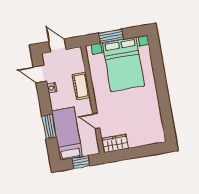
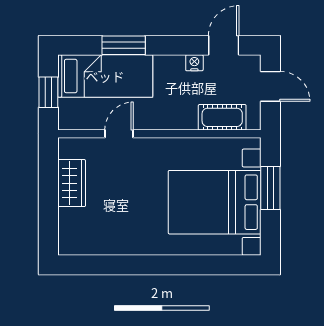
door: (57, 46) -> (270, 86), hinge flipped
cot: (81, 86) -> (222, 117), moved
wardrobe: (115, 144) -> (72, 183), moved

